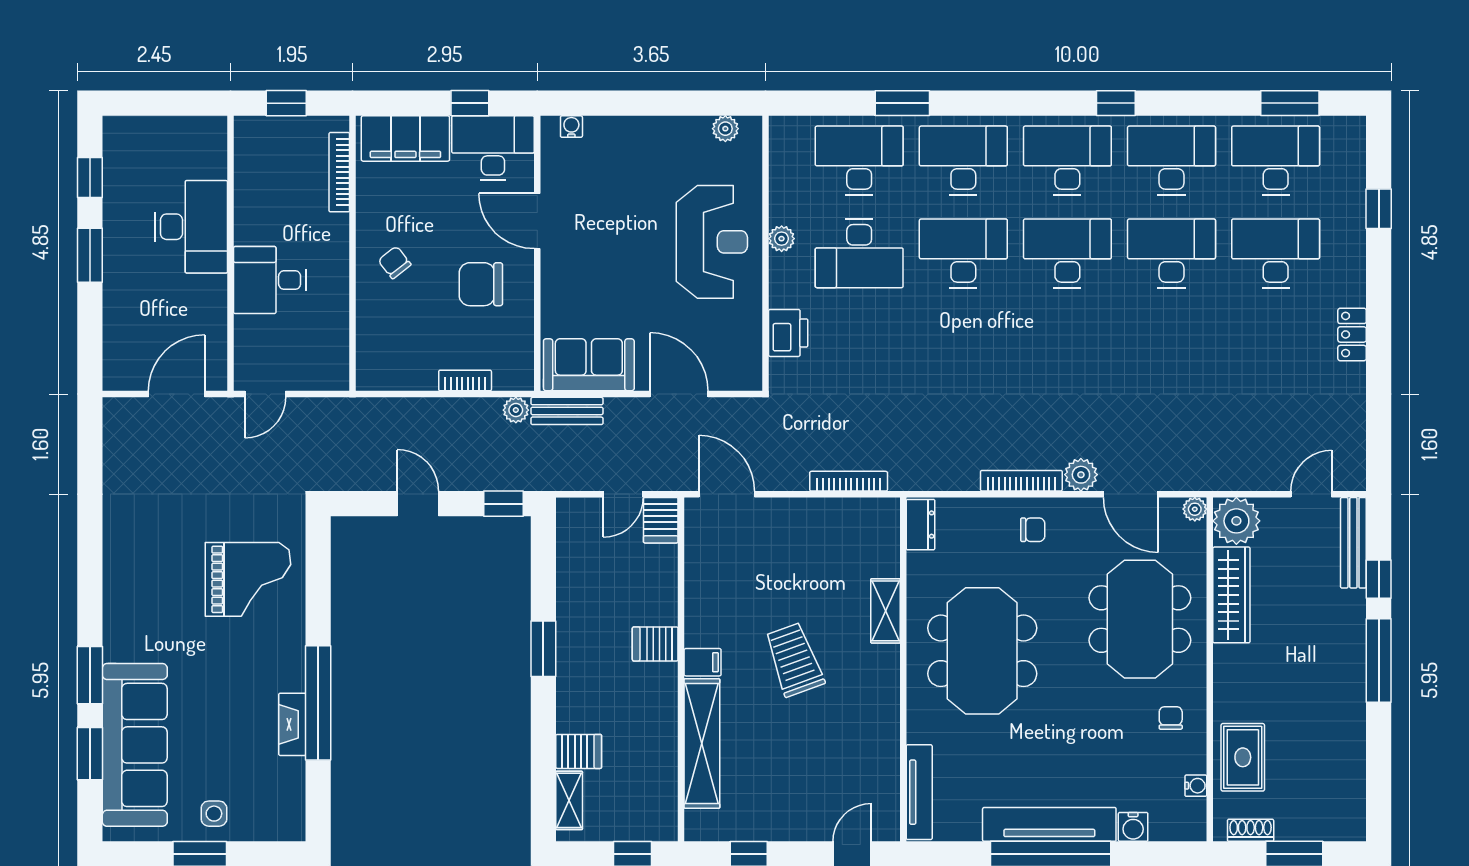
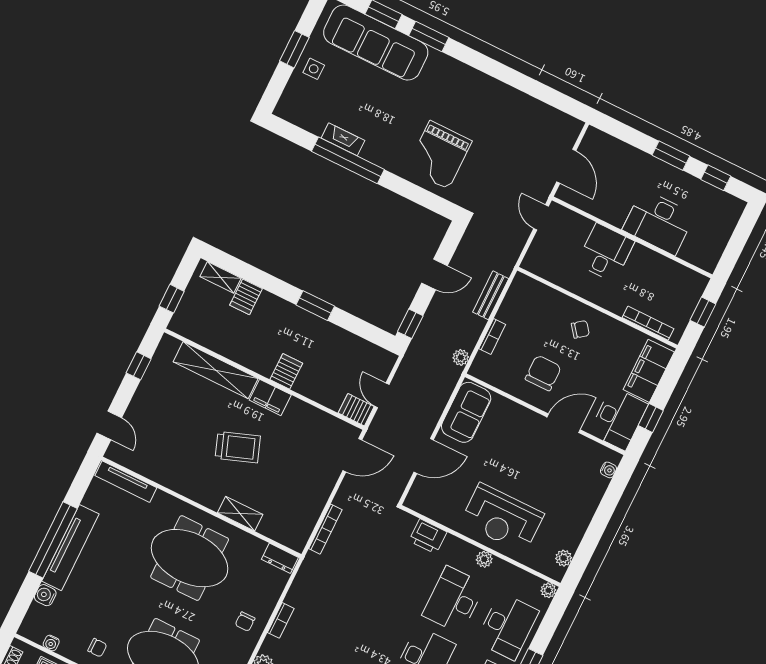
plant: (781, 128) -> (548, 590), added
bench: (567, 411) -> (491, 295), moved
bookcase: (1021, 481) -> (281, 620), width x0.64
filing cabinet: (703, 662) -> (270, 397), width x2.00

